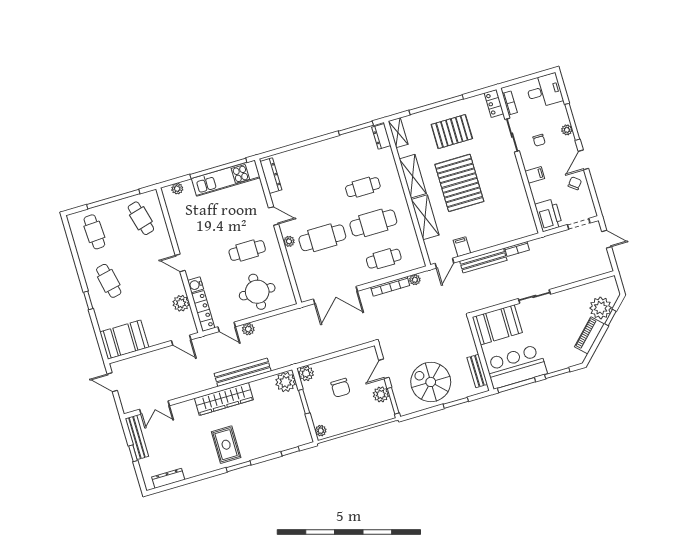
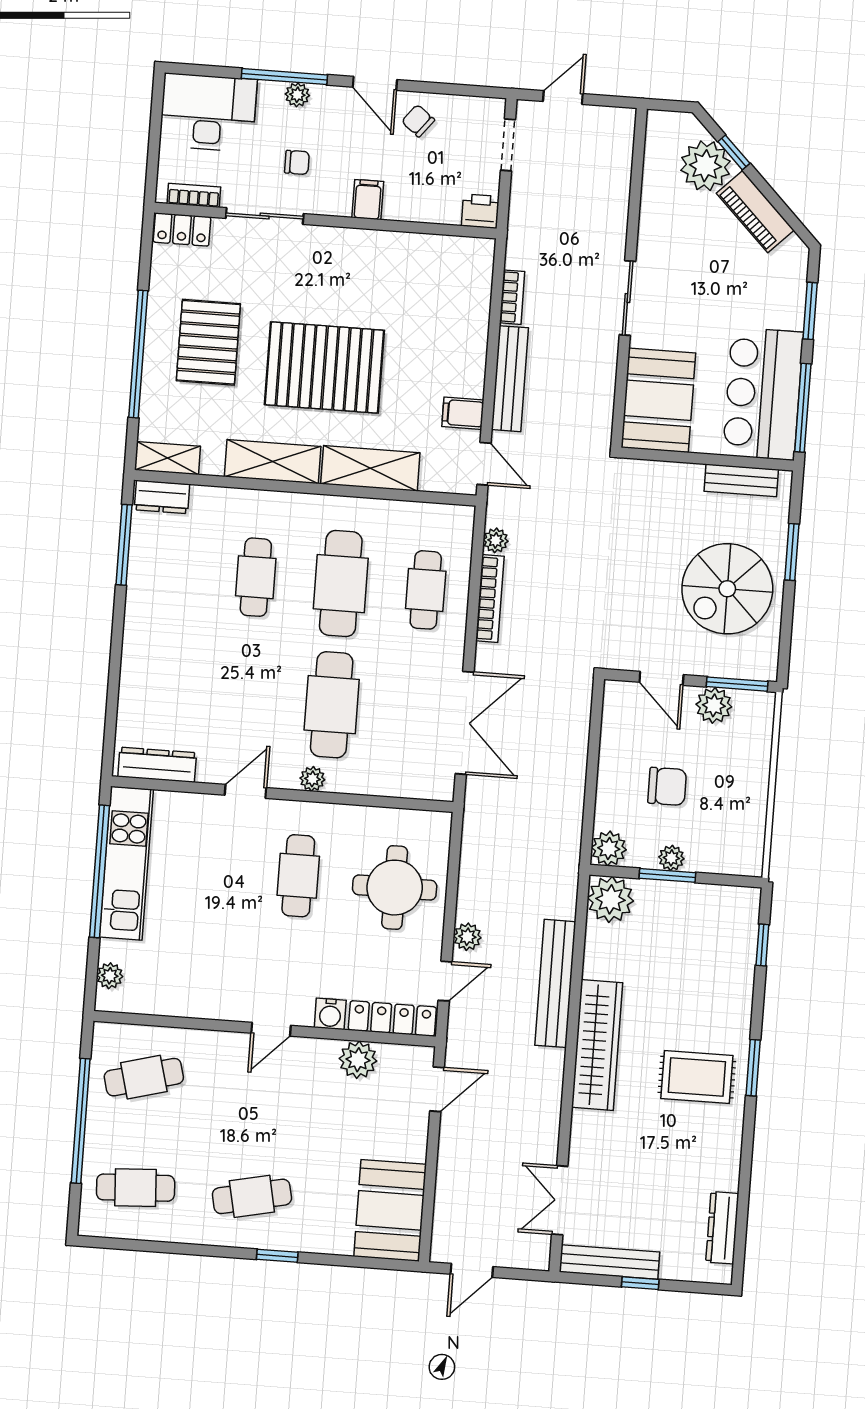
desk: (544, 91) -> (208, 112), width x1.37
printer: (549, 215) -> (480, 211), width x0.53, depth x0.68
double door: (154, 407) -> (560, 1200), swing flipped
plant: (321, 431) -> (671, 858), moved

